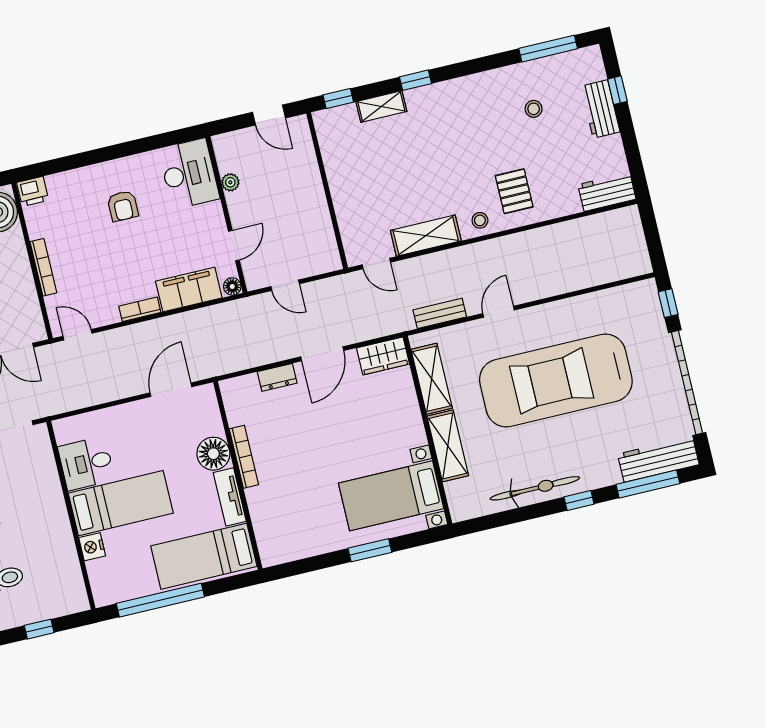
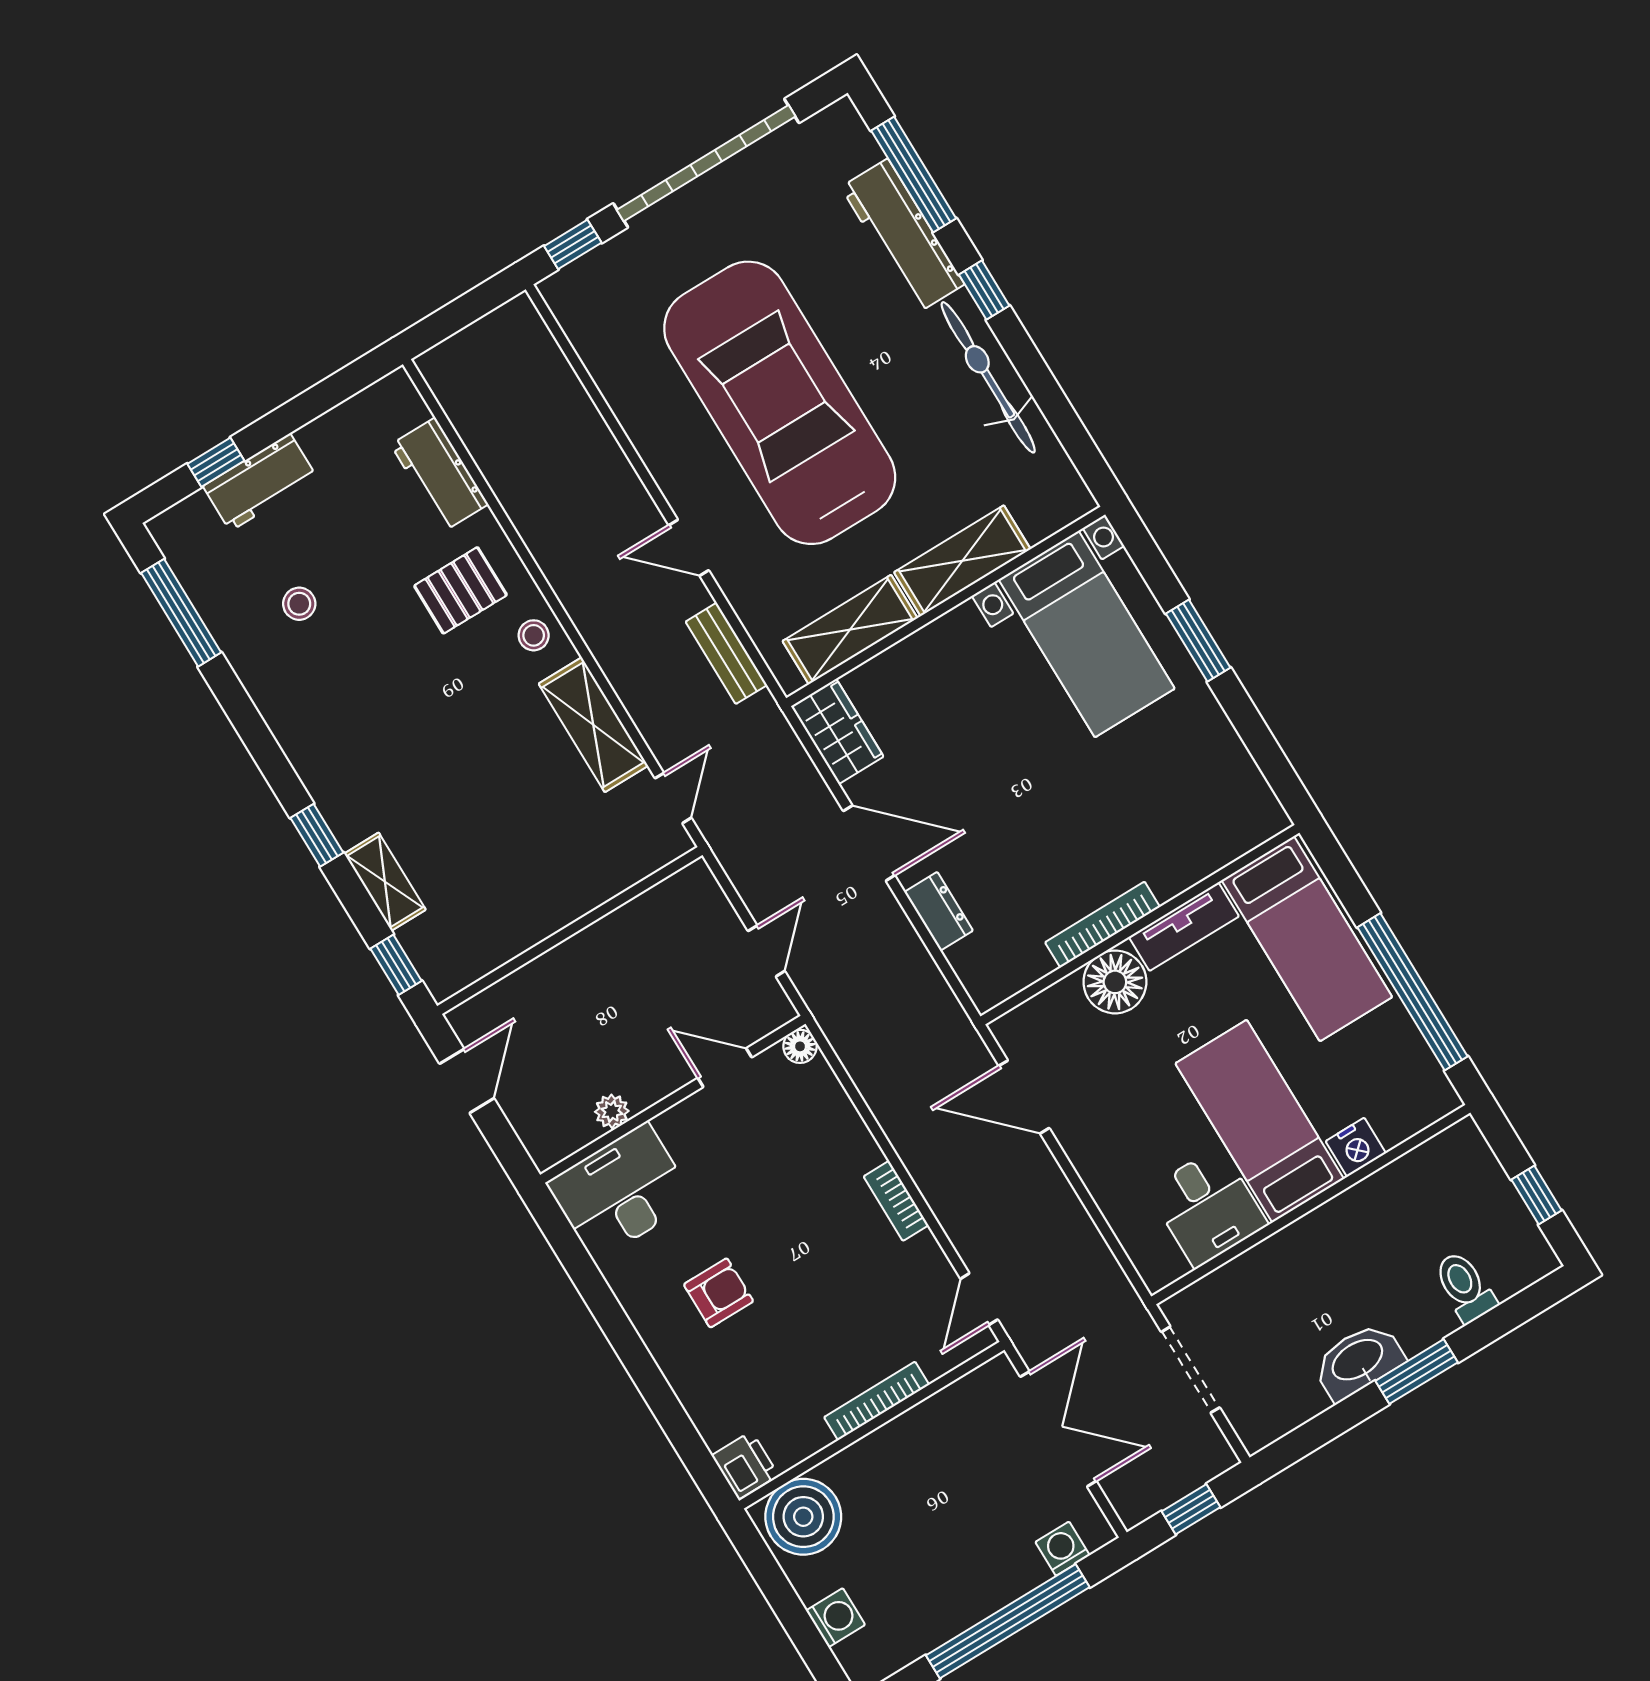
workbench: (607, 192) -> (439, 474), moved
filing cabinet: (189, 290) -> (831, 1124), removed
car: (556, 380) -> (780, 403), turned 180
workbench: (658, 459) -> (903, 236), moved

